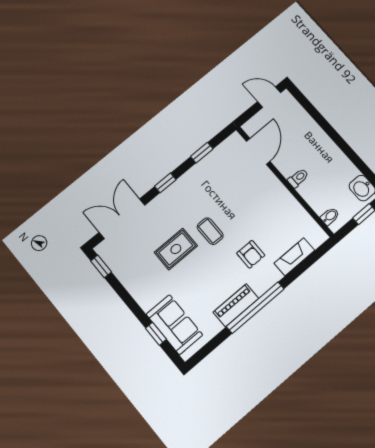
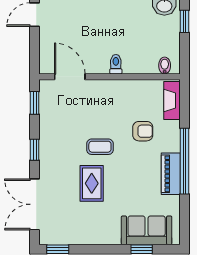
door: (258, 151) -> (70, 77), moved
toilet: (298, 178) -> (116, 64), moved
wall: (284, 181) -> (110, 77), moved
bidet: (330, 216) -> (165, 66), moved

